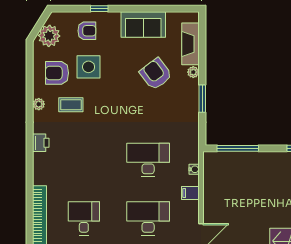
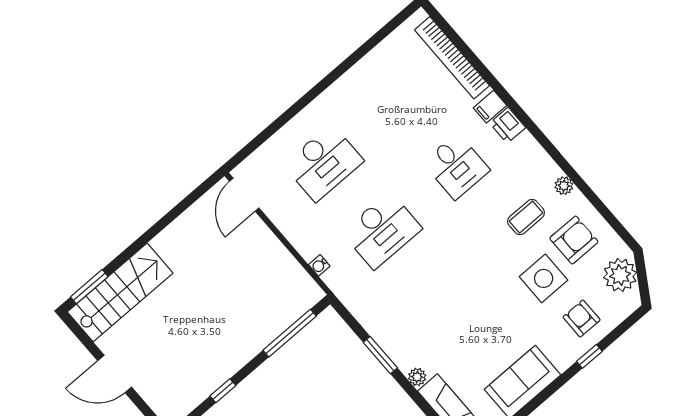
armchair: (87, 31) -> (582, 318), turned 90
armchair: (156, 74) -> (459, 337), removed
printer: (41, 143) -> (508, 125), moved
filing cabinet: (190, 193) -> (490, 107), moved, turned 180
desk: (84, 218) -> (456, 166), moved

